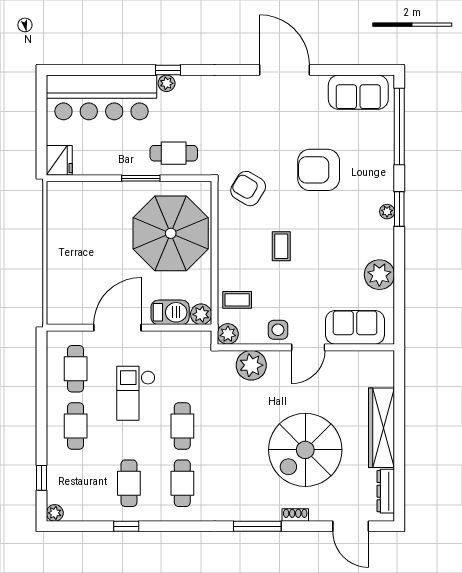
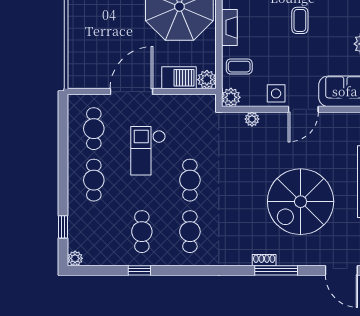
coffee table: (281, 246) -> (300, 20), moved
fireplace: (226, 256) -> (229, 27), added
plant: (251, 365) -> (252, 119), width x0.53, depth x0.53
shoe rack: (295, 515) -> (264, 260), moved
window: (257, 526) -> (276, 270), moved

